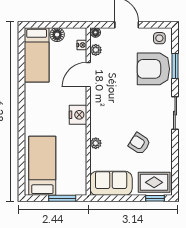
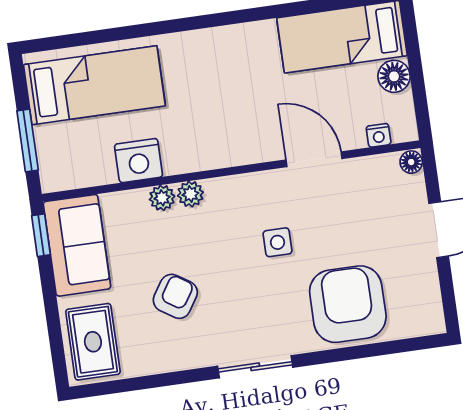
side table: (159, 38) -> (278, 242), moved
plant: (96, 50) -> (190, 194), moved
window: (175, 66) -> (361, 352), removed
nightstand: (78, 115) -> (139, 161), moved
window: (155, 198) -> (41, 235), moved

